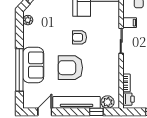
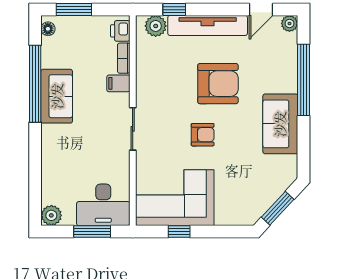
plant: (28, 20) -> (289, 24), moved
filing cabinet: (130, 23) -> (118, 83), moved
sofa: (33, 65) -> (280, 124), moved

